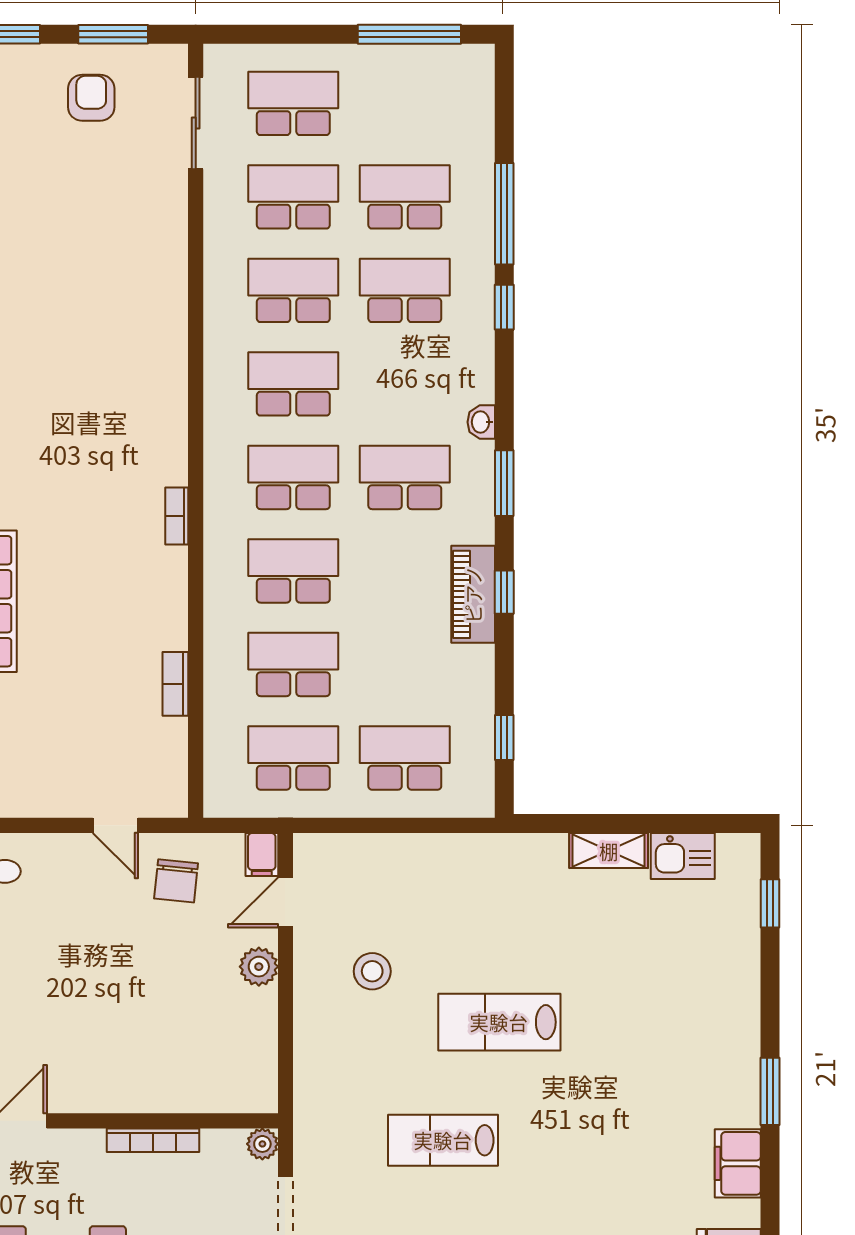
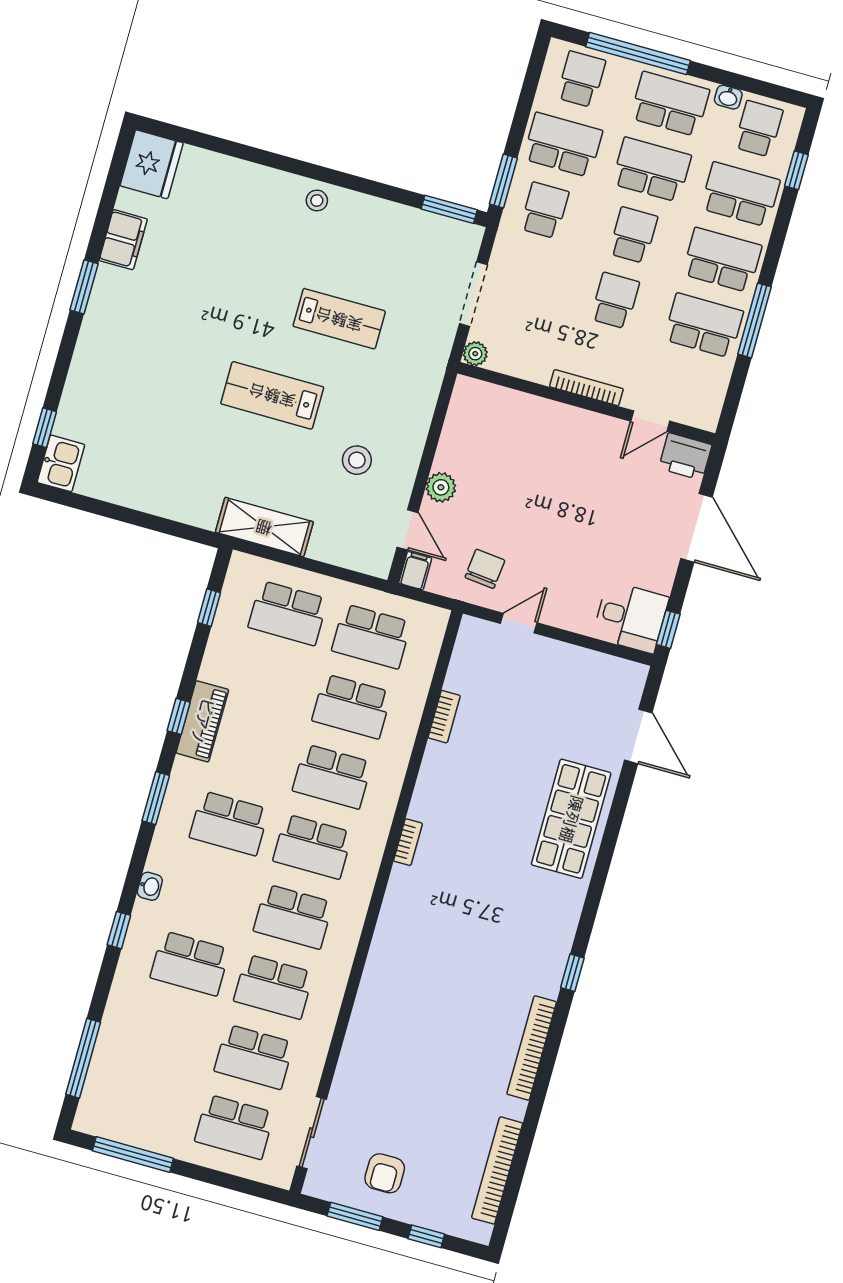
school desk: (405, 197) -> (170, 1033), removed
window: (504, 214) -> (83, 1058), moved
washbasin: (481, 422) -> (150, 886), moved
door: (115, 825) -> (519, 623), hinge flipped
shelving: (609, 851) -> (264, 527), moved, width x1.50, depth x1.33
kitchen sink: (683, 856) -> (61, 463), moved, turned 90
door: (285, 902) -> (407, 530), hinge flipped
lab bench: (499, 1022) -> (272, 395), turned 180
bookcase: (153, 1140) -> (586, 388), moved

